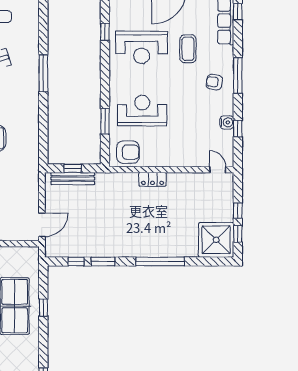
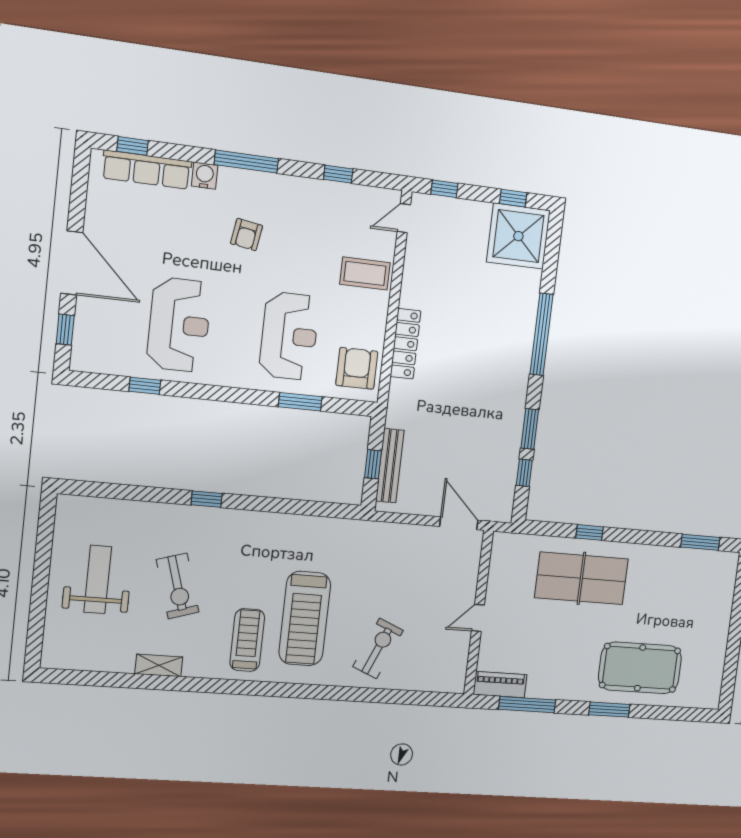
coffee table: (188, 49) -> (365, 273), moved
window: (43, 73) -> (207, 499), width x0.46
armchair: (214, 82) -> (246, 235), moved
reception desk: (142, 111) -> (289, 336), turned 180
water cooler: (227, 122) -> (205, 176), moved
locker: (153, 179) -> (405, 344), width x1.53
window: (238, 211) -> (444, 189), moved

